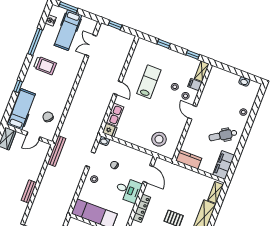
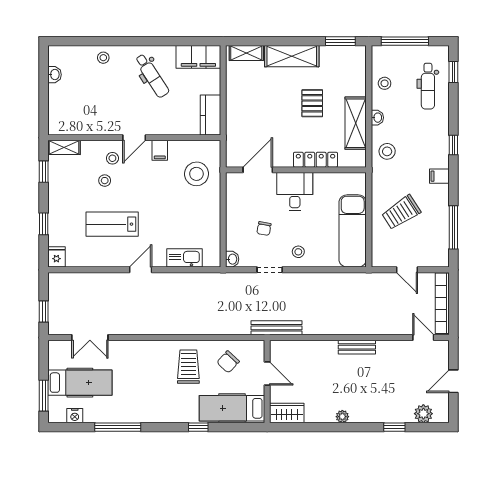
trolley: (45, 65) -> (188, 367), moved
filing cabinet: (195, 85) -> (160, 150), moved
fridge: (110, 130) -> (56, 257), moved

